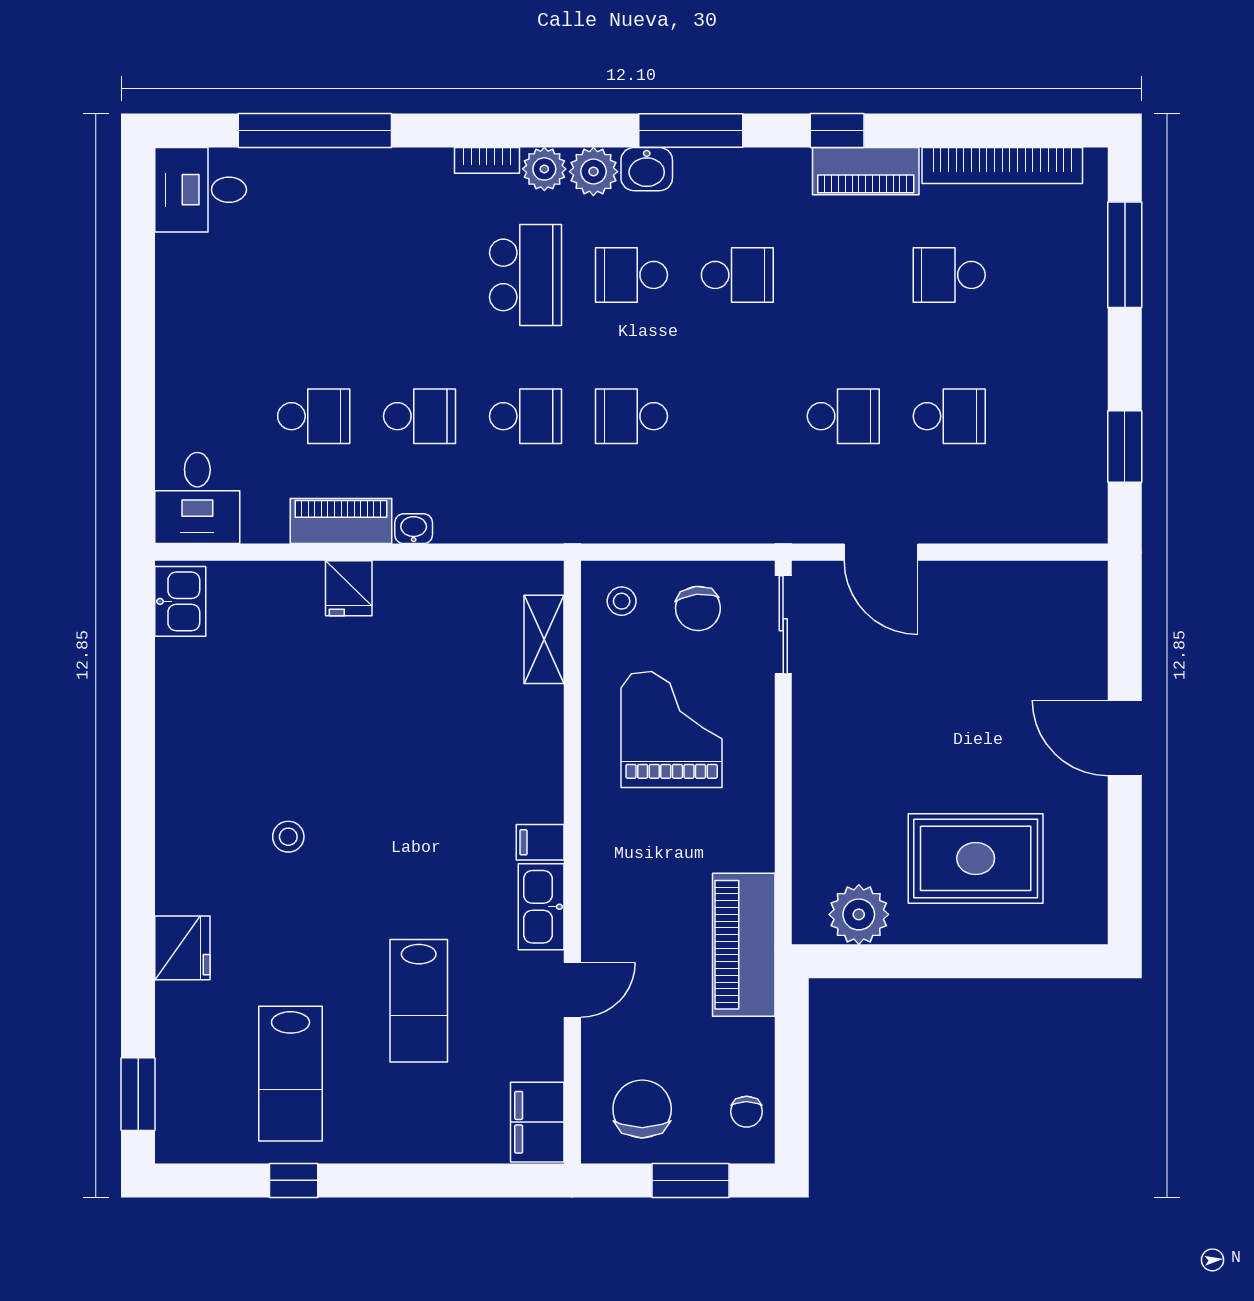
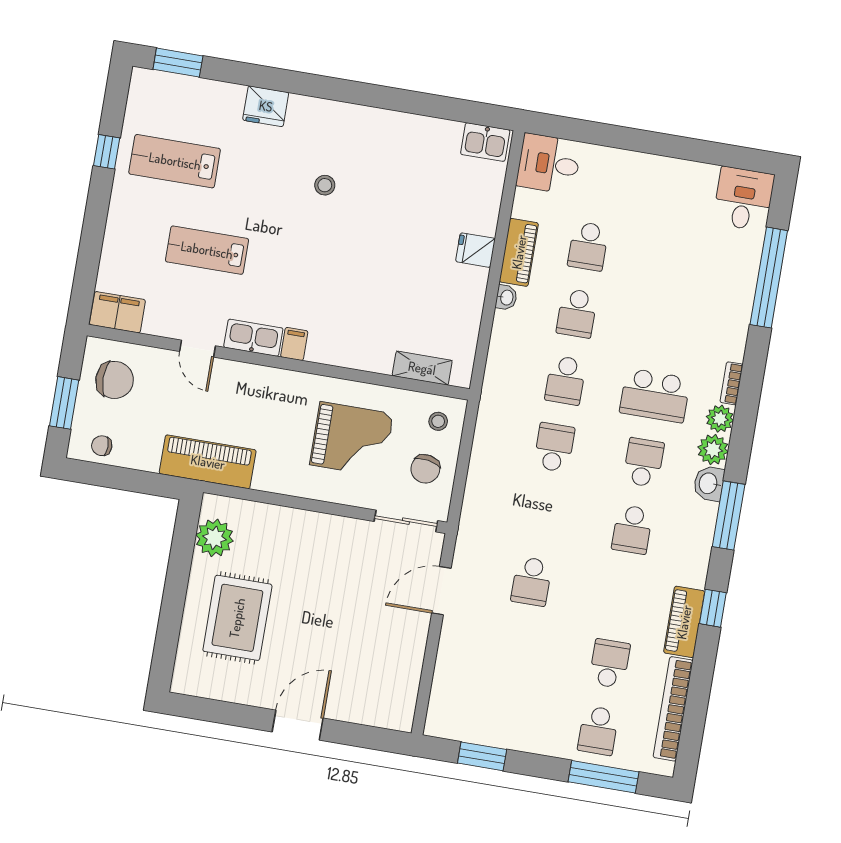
school desk: (949, 416) -> (598, 731), moved
chair: (698, 608) -> (425, 469), turned -74

